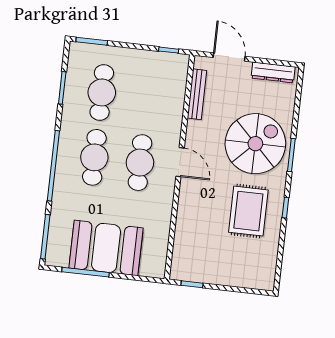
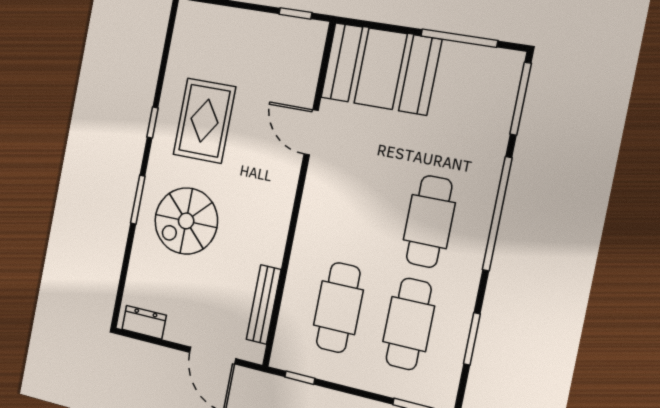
dresser: (273, 72) -> (144, 322), width x0.70
spiral stairs: (255, 144) -> (186, 221), width x0.73, depth x0.73
door: (180, 162) -> (311, 132), moved
cafe table: (140, 163) -> (338, 308), moved
booth: (106, 248) -> (381, 69), moved

